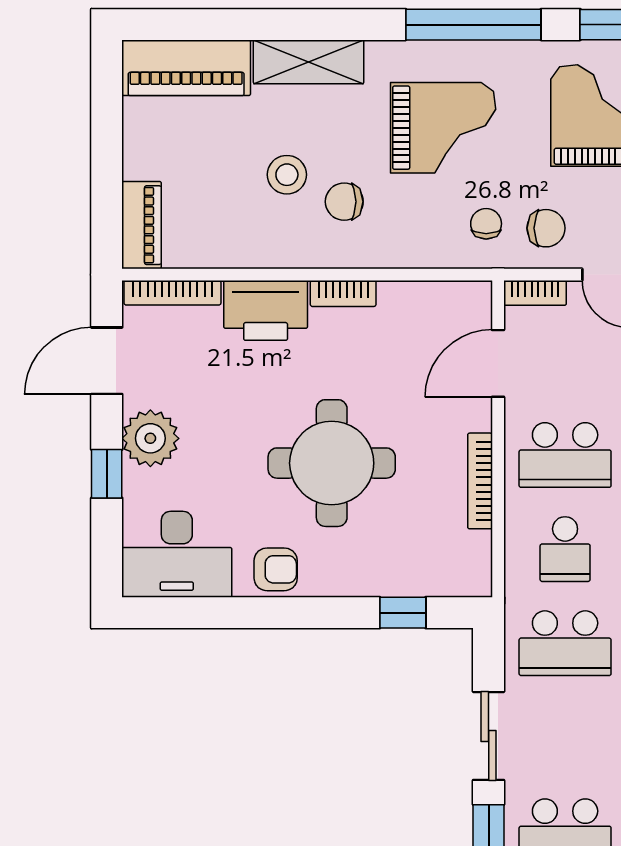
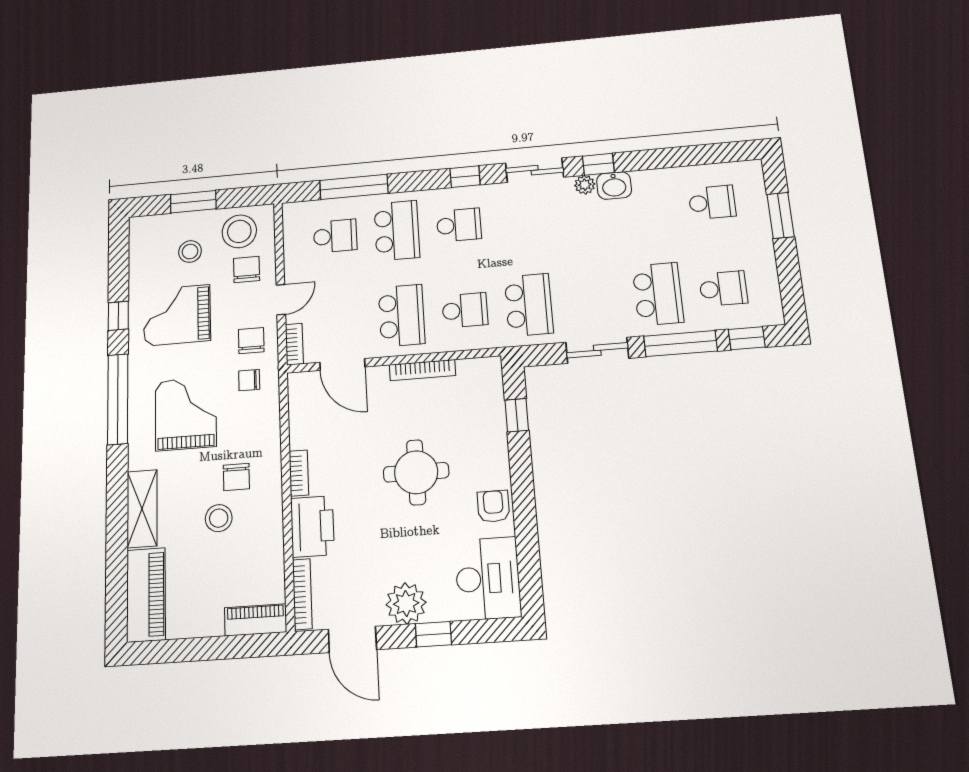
round table: (332, 463) -> (416, 472), width x0.73, depth x0.73

